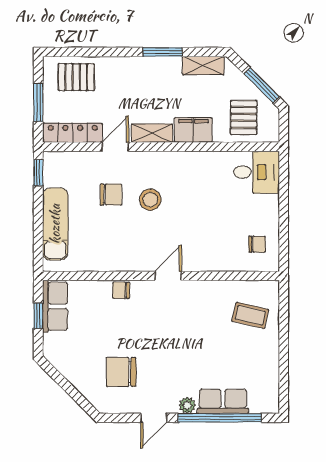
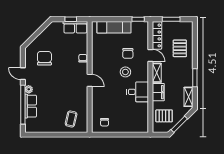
pallet: (76, 77) -> (180, 48), moved
desk: (257, 172) -> (138, 92), moved, turned -90

